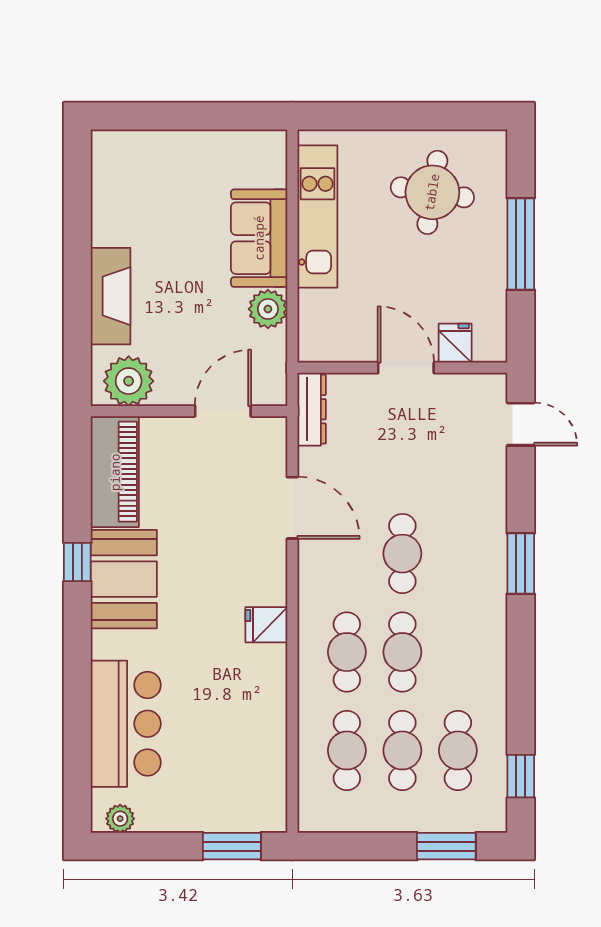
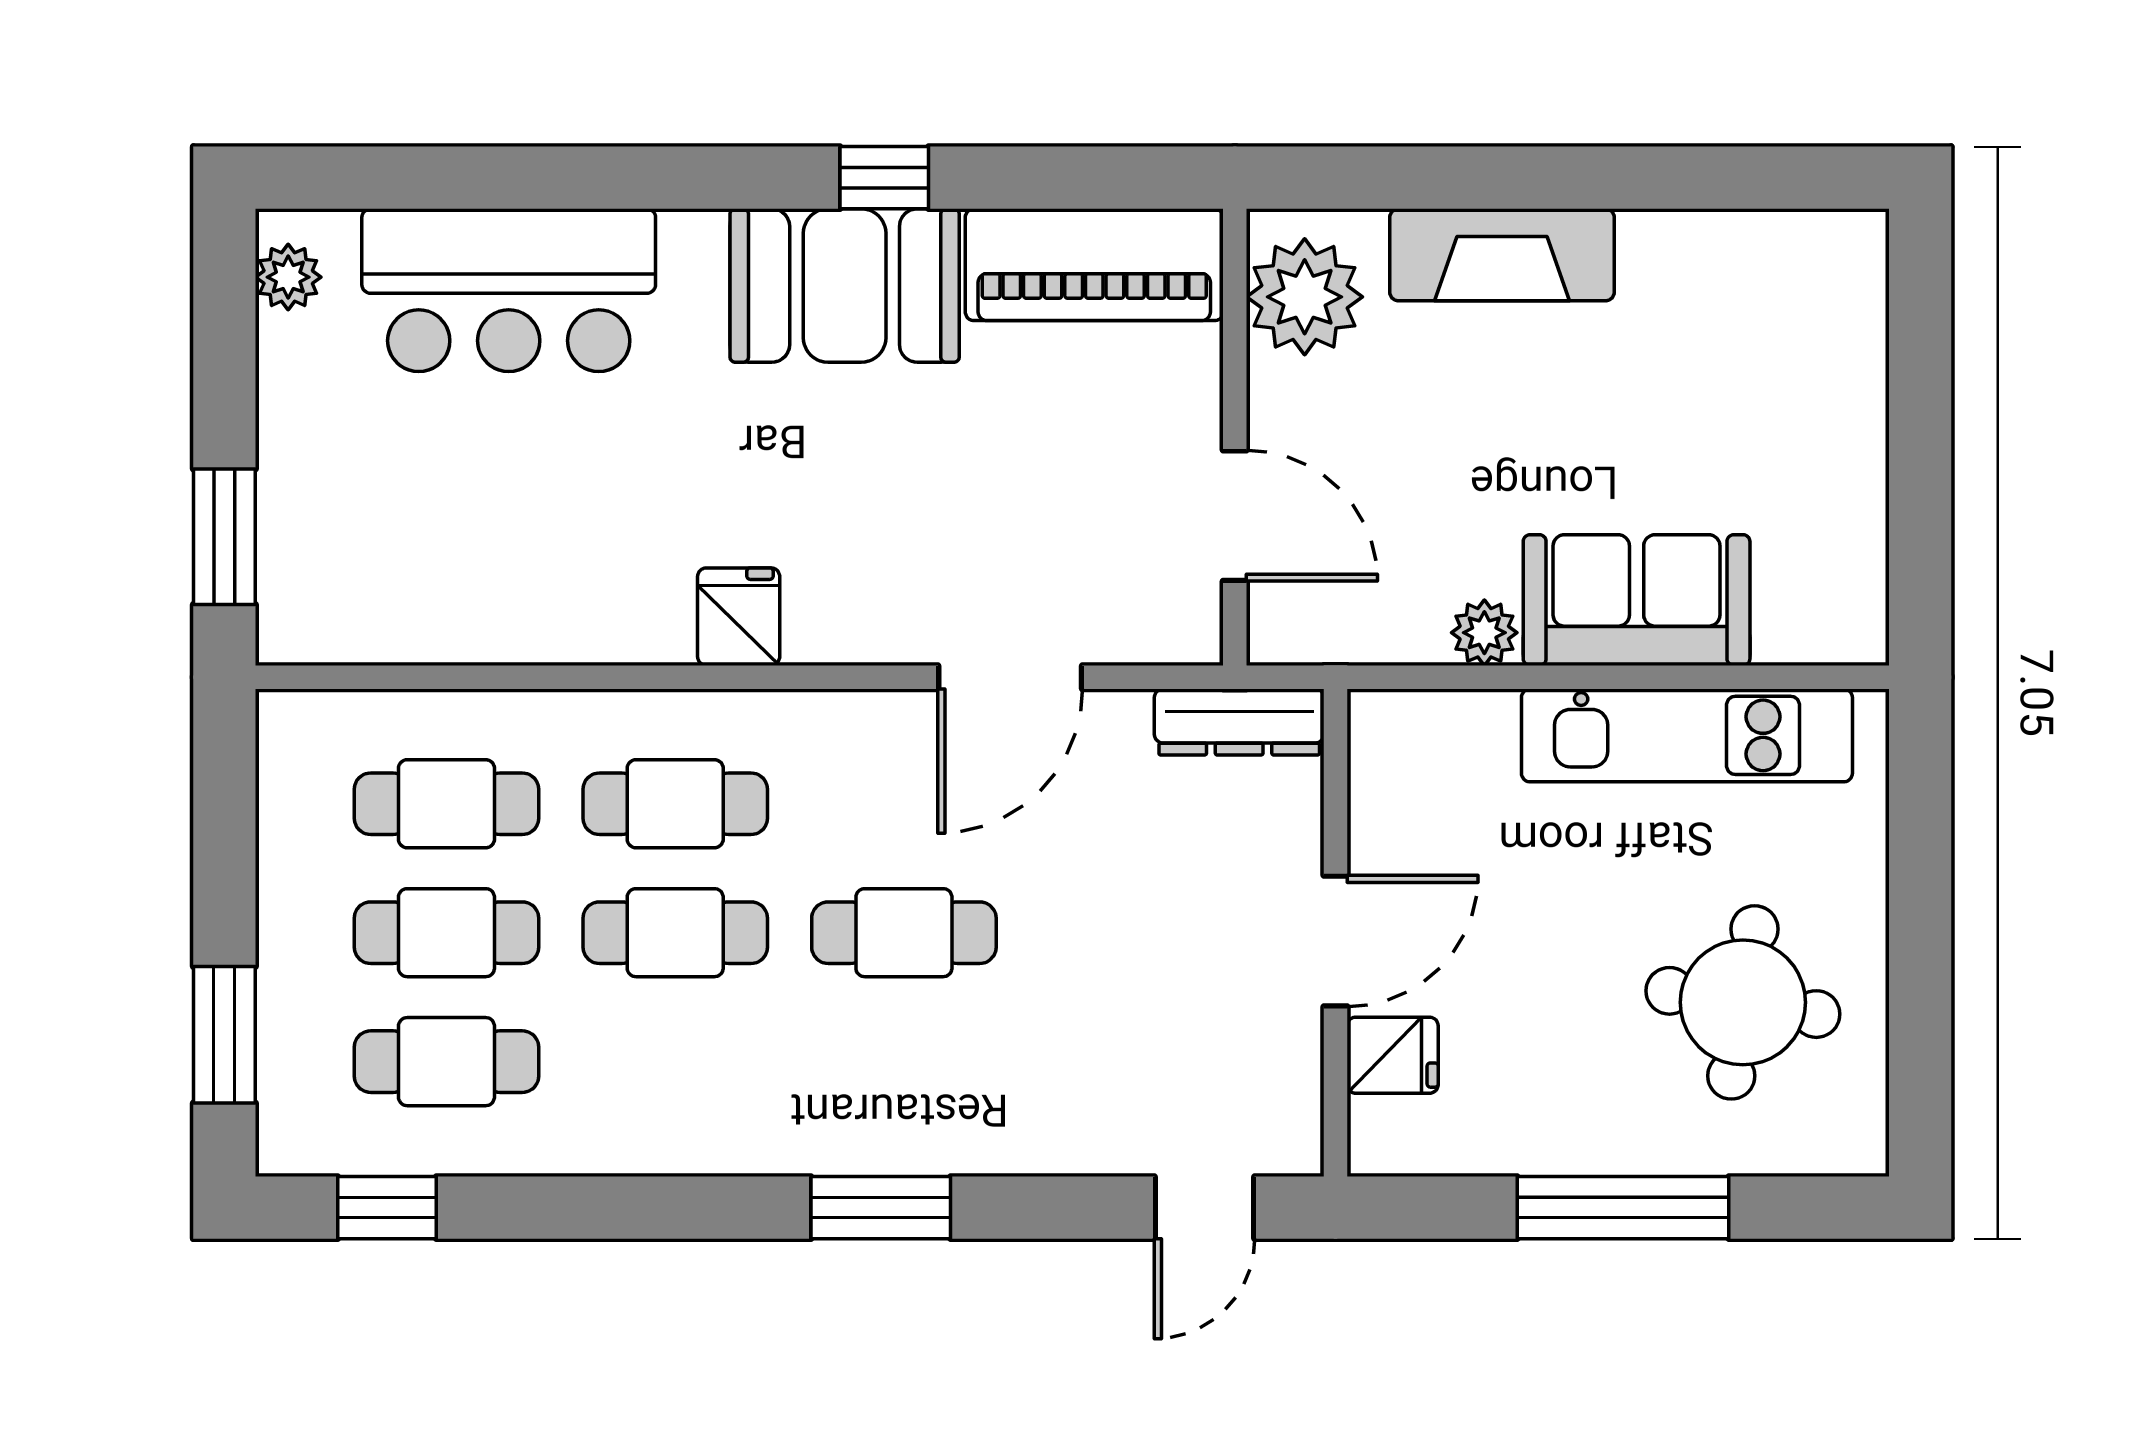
plant: (268, 309) -> (1484, 633), width x0.73, depth x0.73

